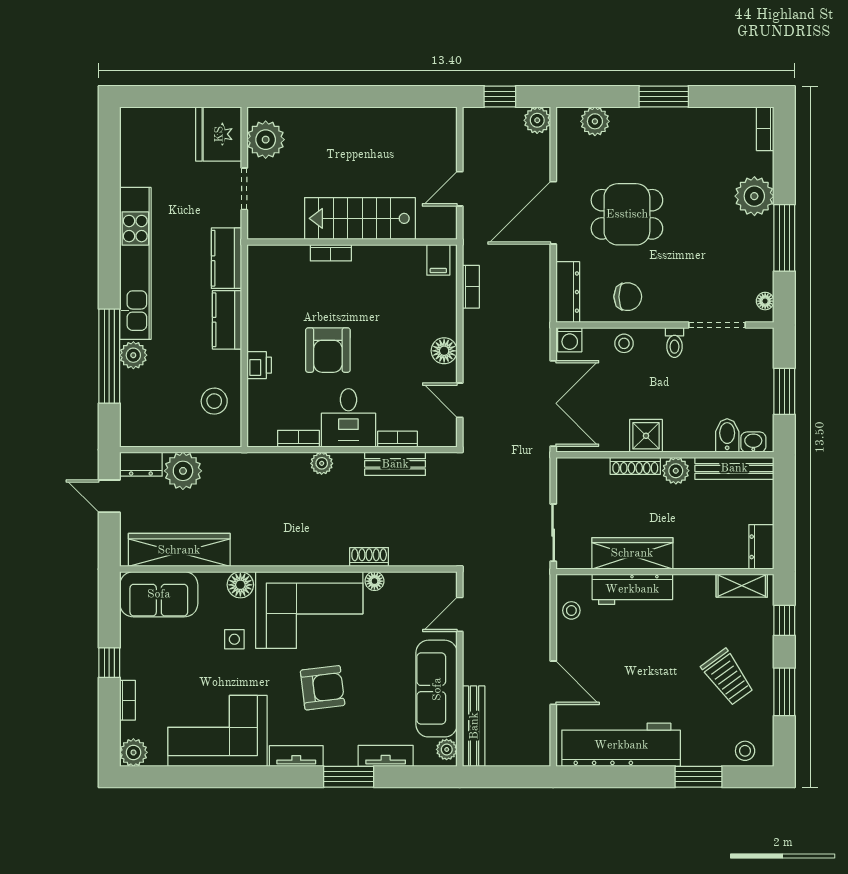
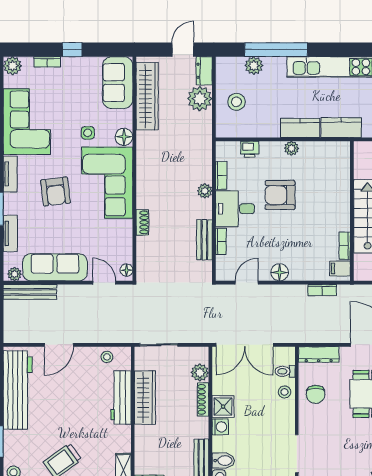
bookcase: (331, 253) -> (345, 246), moved
plant: (258, 333) -> (291, 148), added
washing machine: (570, 340) -> (220, 427), moved, turned 180
toilet: (674, 343) -> (285, 371), moved
plant: (133, 355) -> (254, 66), moved
printer: (259, 365) -> (250, 149), moved
stool: (214, 401) -> (236, 102), moved
plant: (676, 471) -> (200, 373), moved
floor lamp: (374, 581) -> (126, 270), moved

